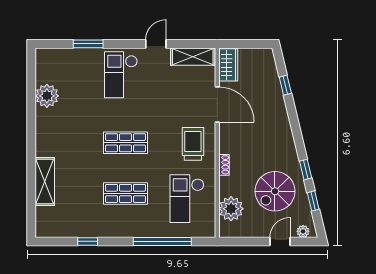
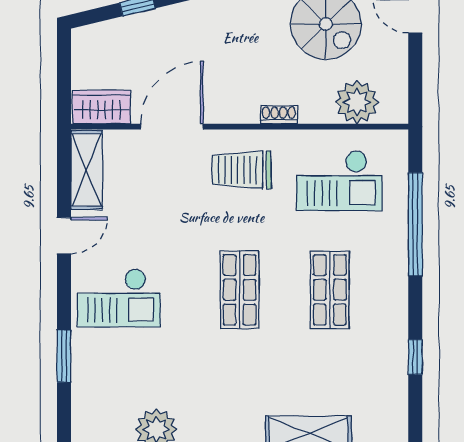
door: (156, 44) -> (64, 236), swing flipped

